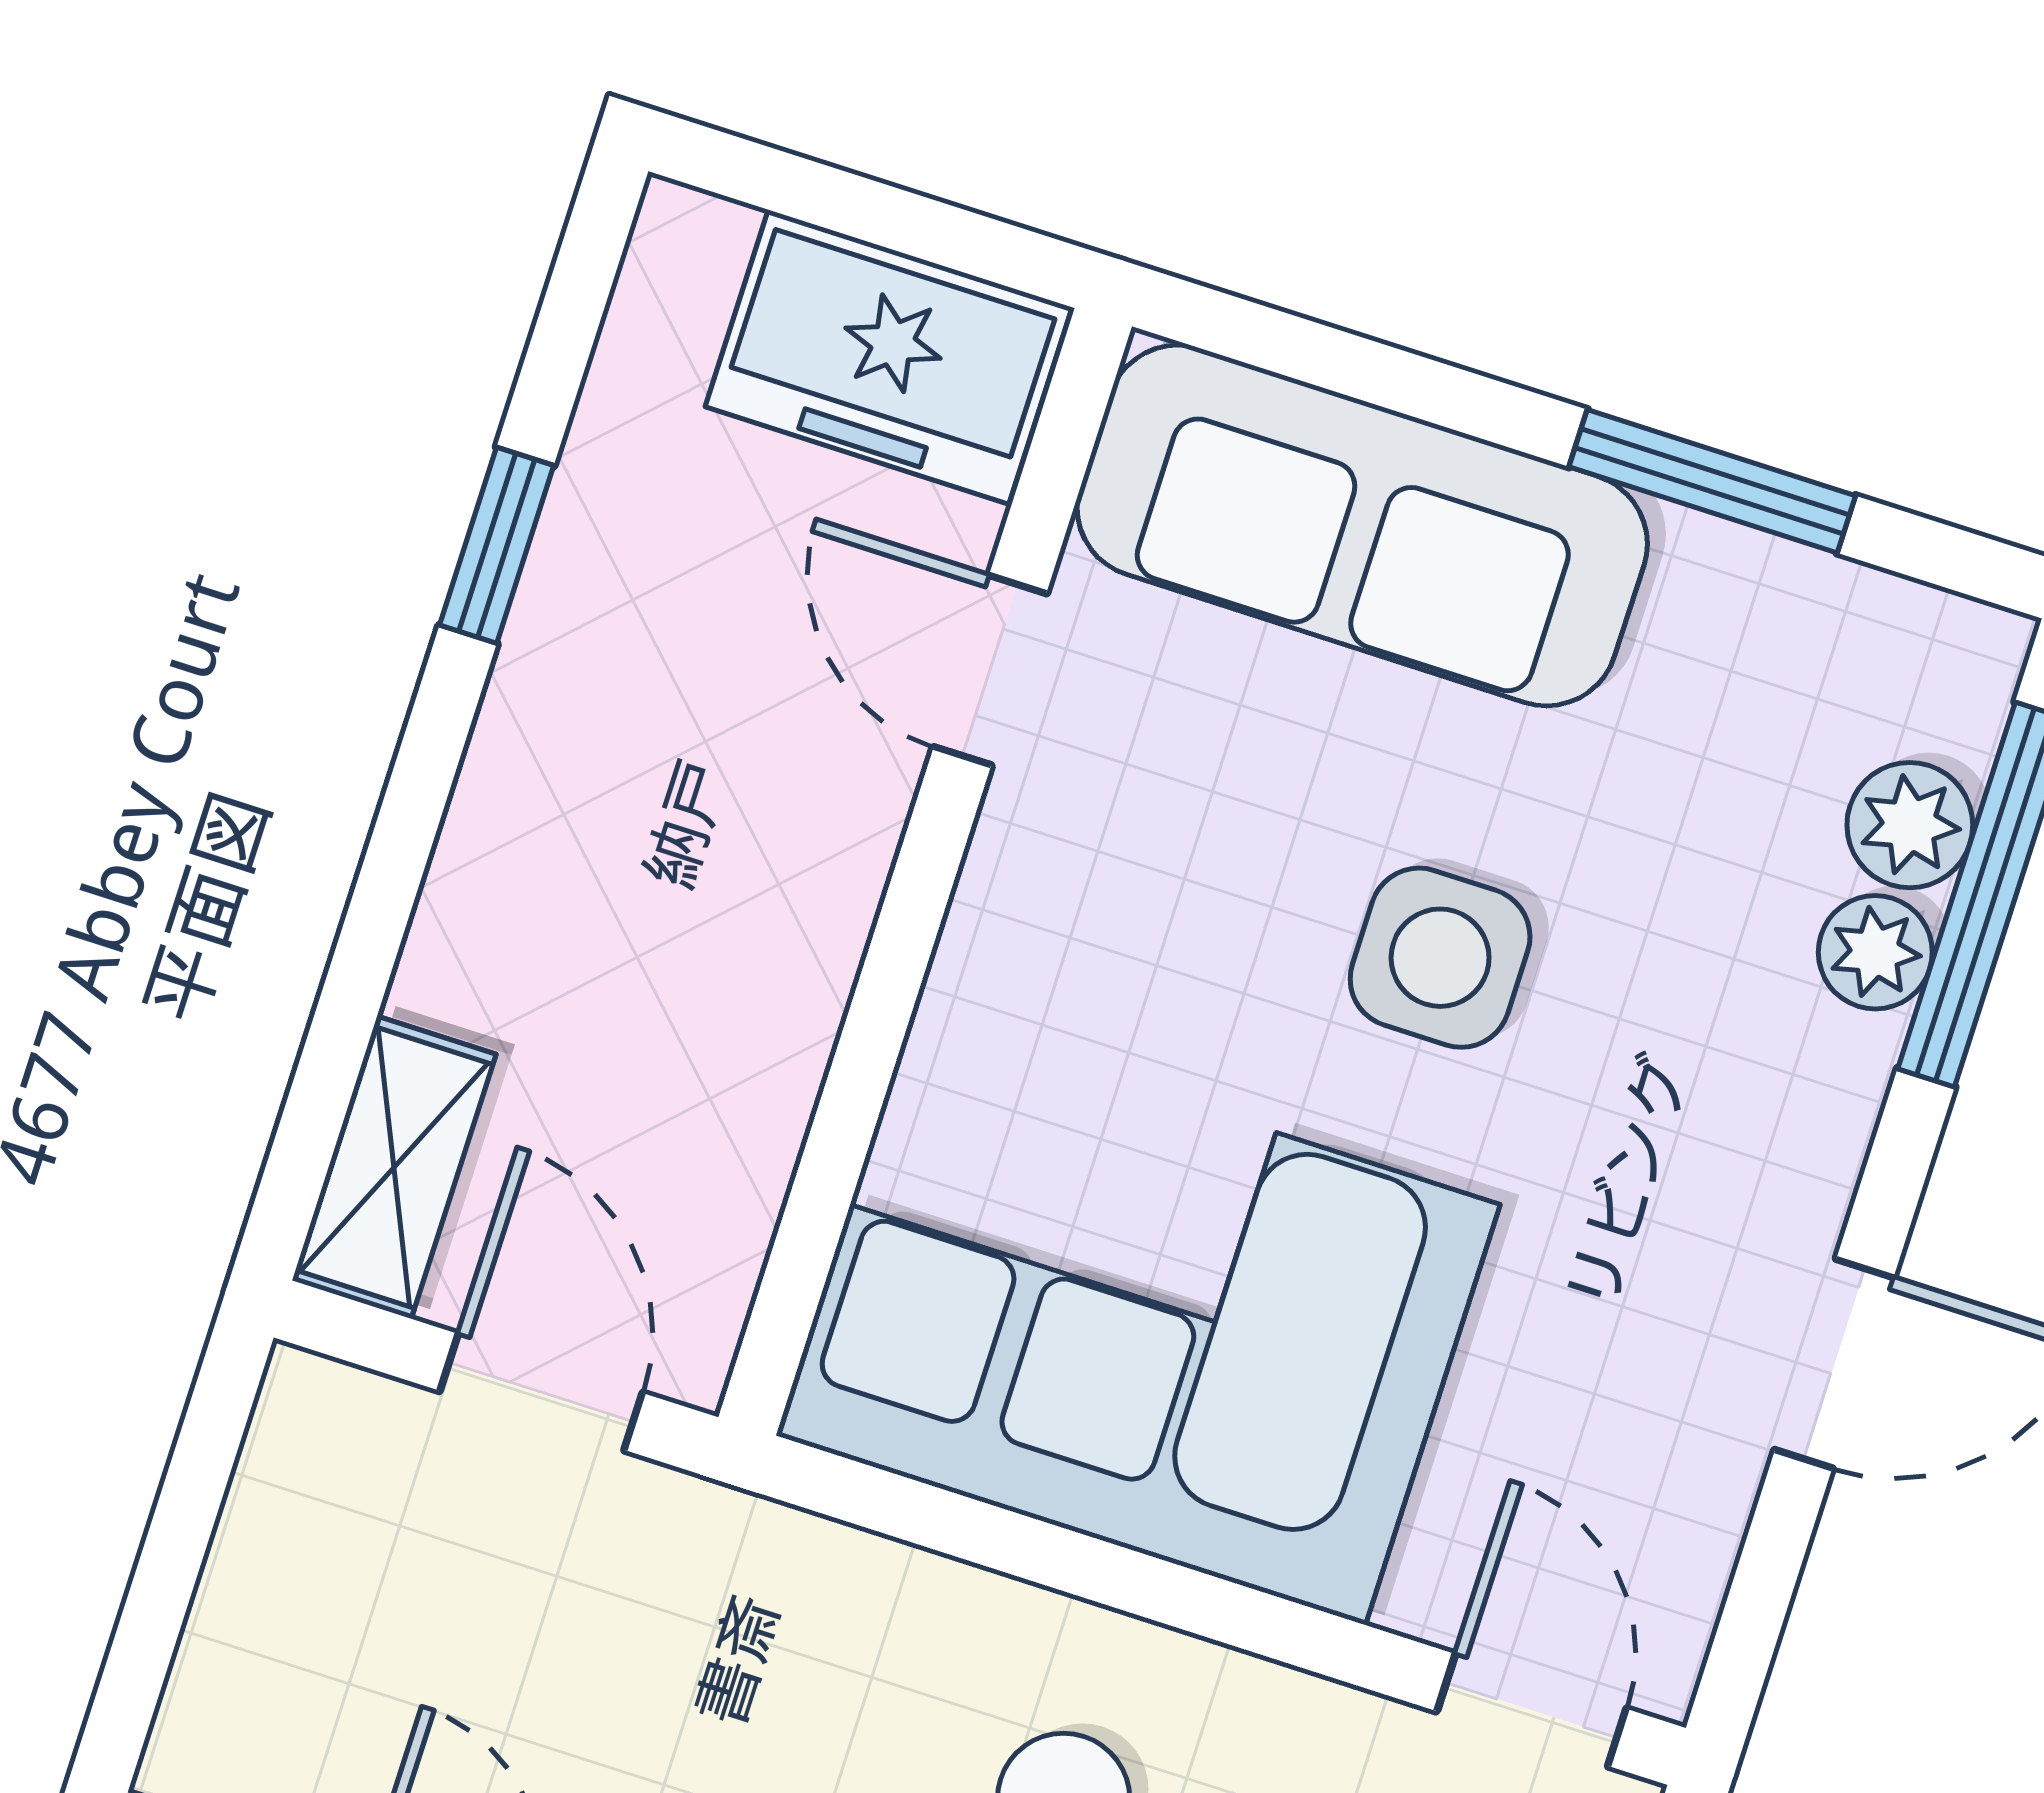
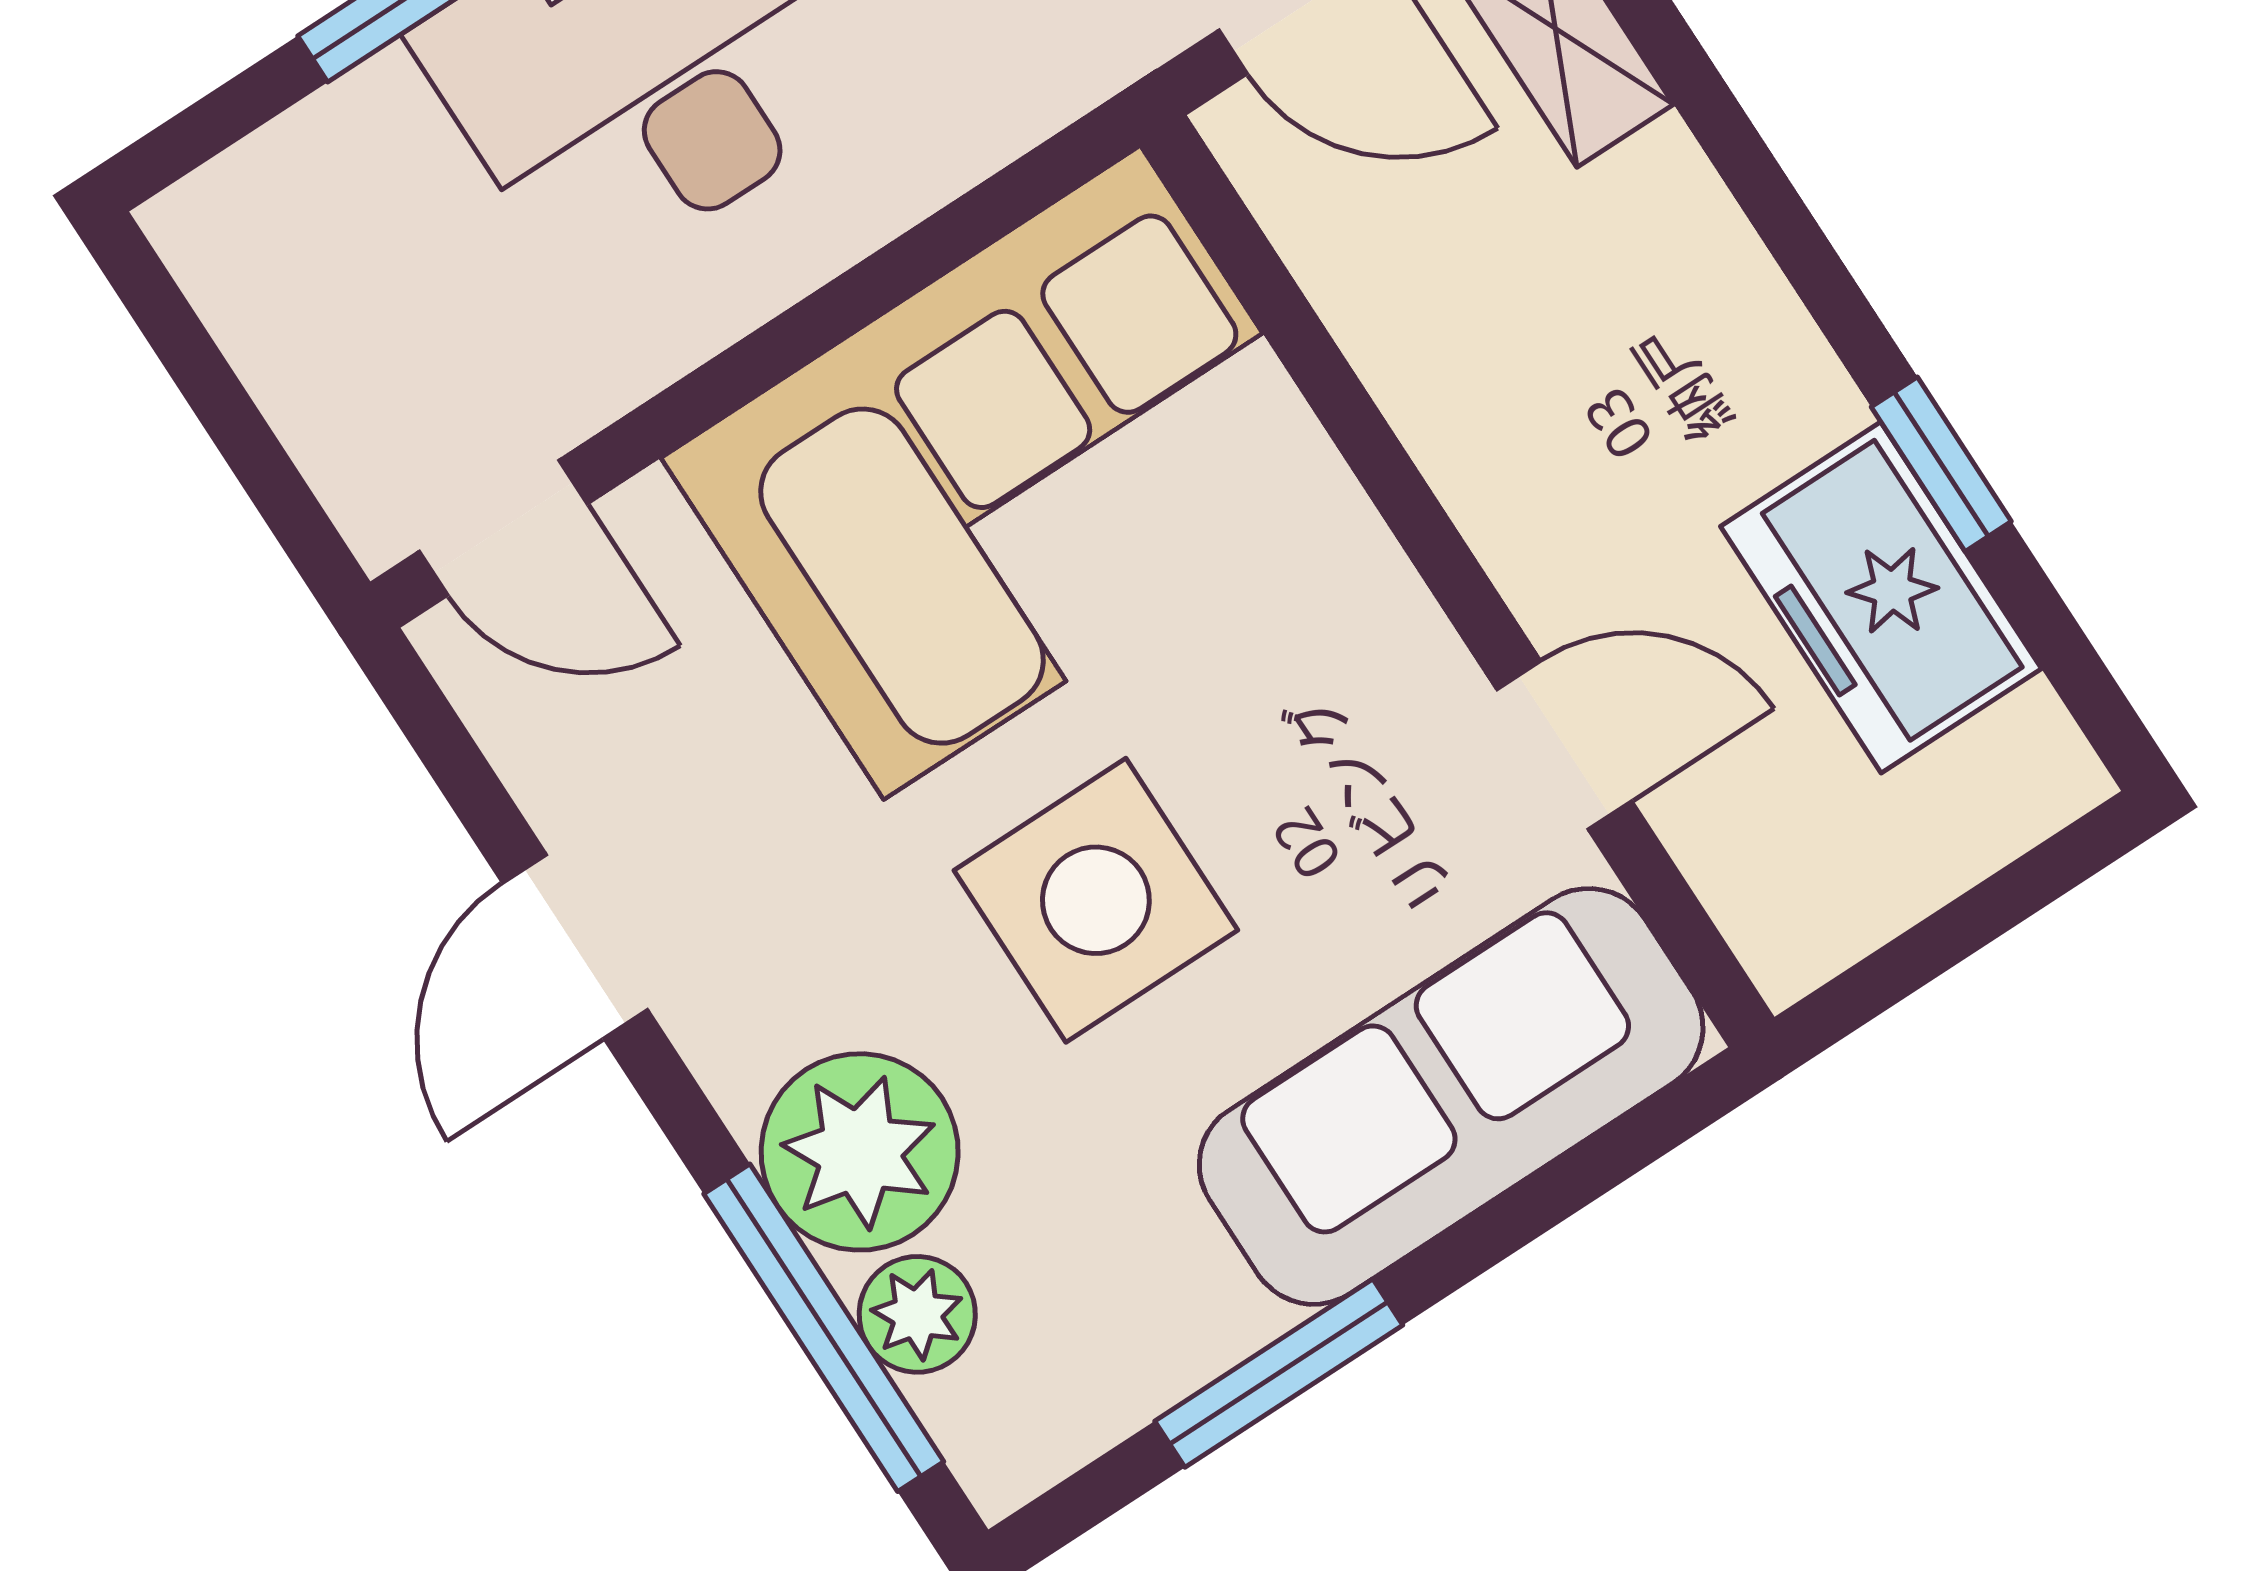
freezer: (889, 357) -> (1881, 598), moved, turned -90
plant: (1875, 952) -> (860, 1152), width x1.88, depth x1.88
side table: (1440, 958) -> (1096, 900), width x1.37, depth x1.37

